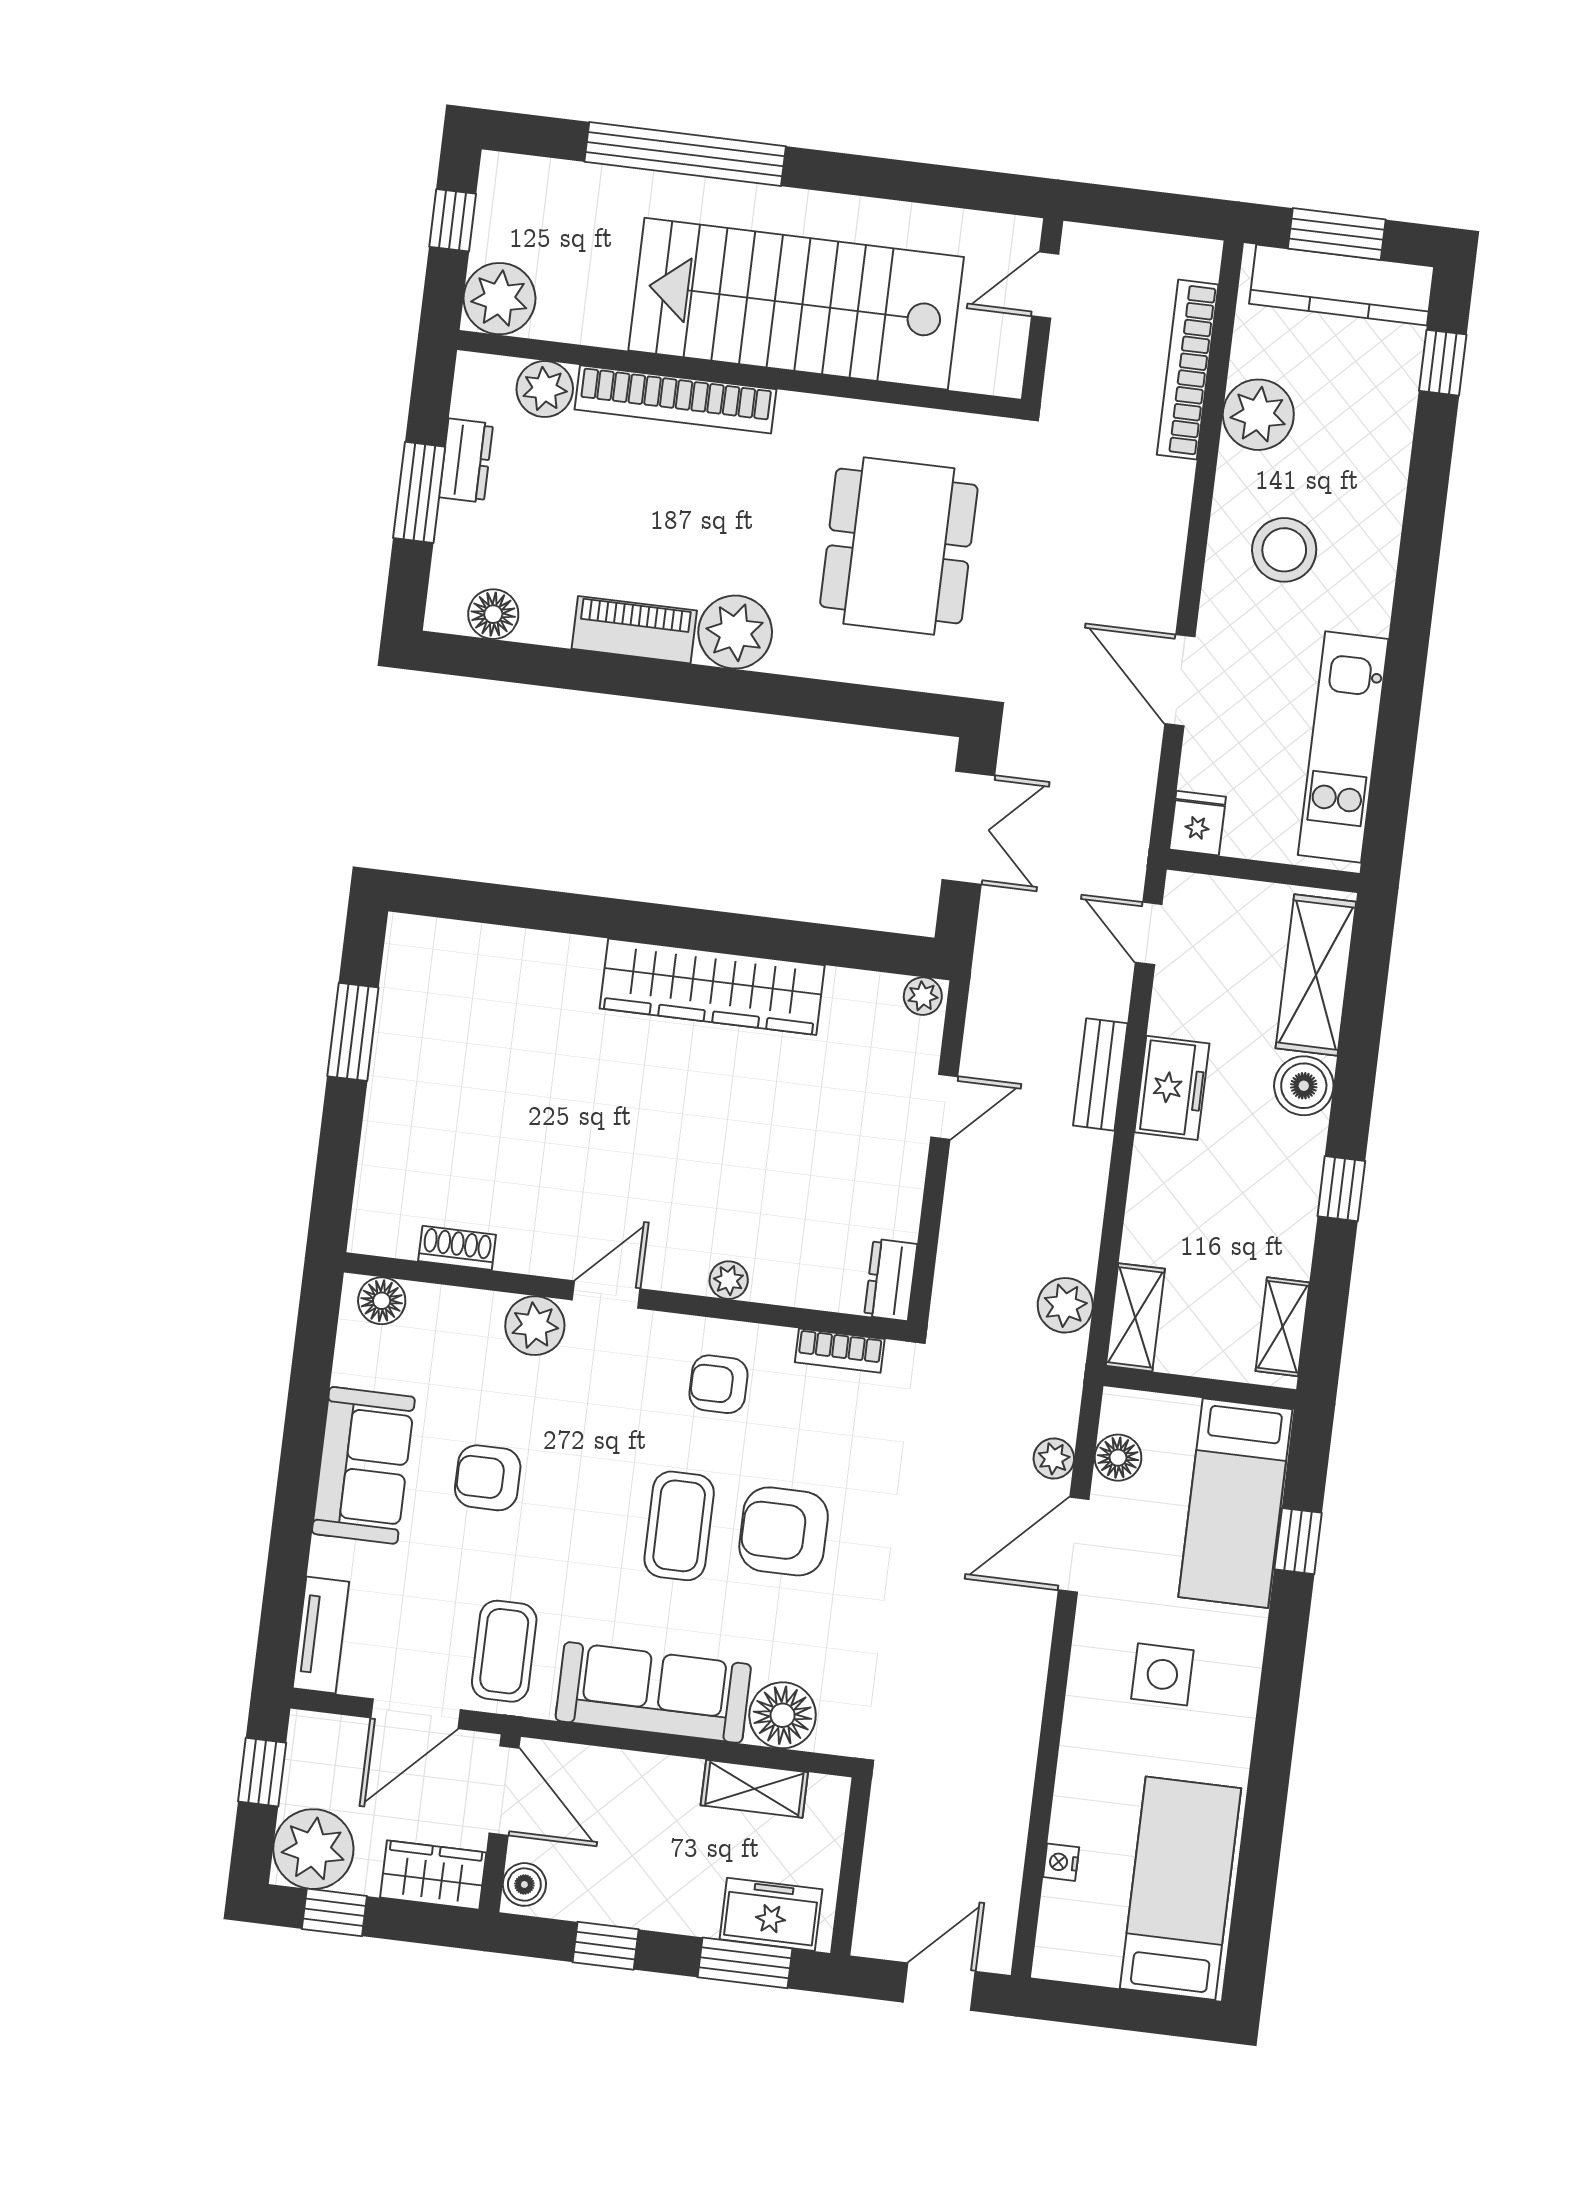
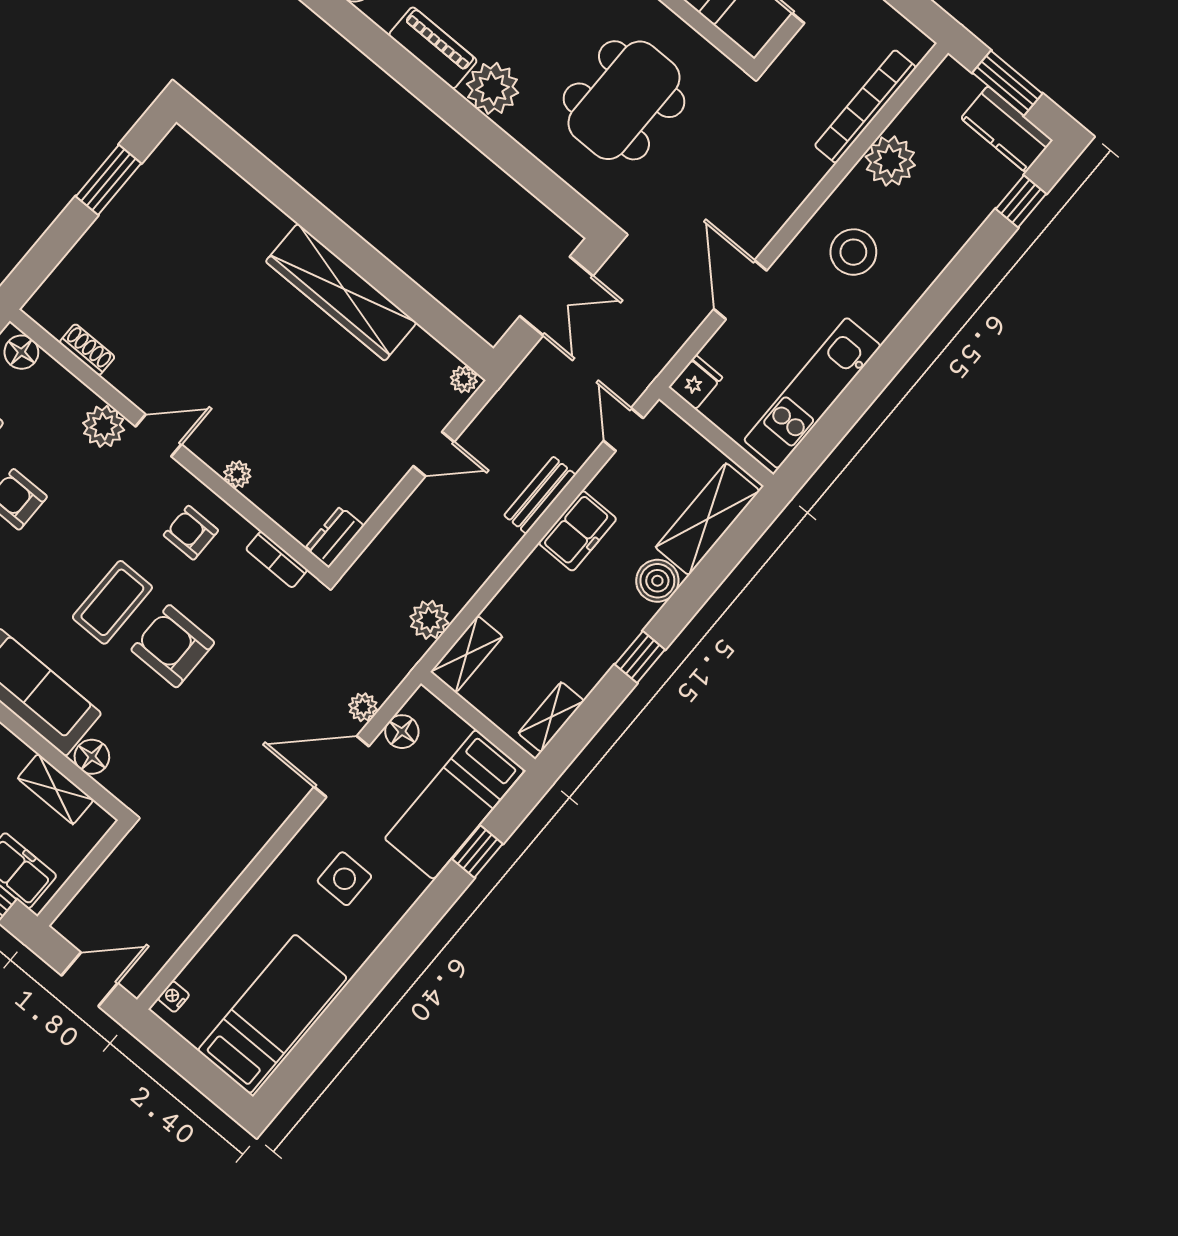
kitchen counter: (1342, 285) -> (1007, 129), width x0.67
floor lamp: (783, 1715) -> (92, 757), width x0.73, depth x0.73
nightstand: (1061, 1862) -> (174, 997), moved

